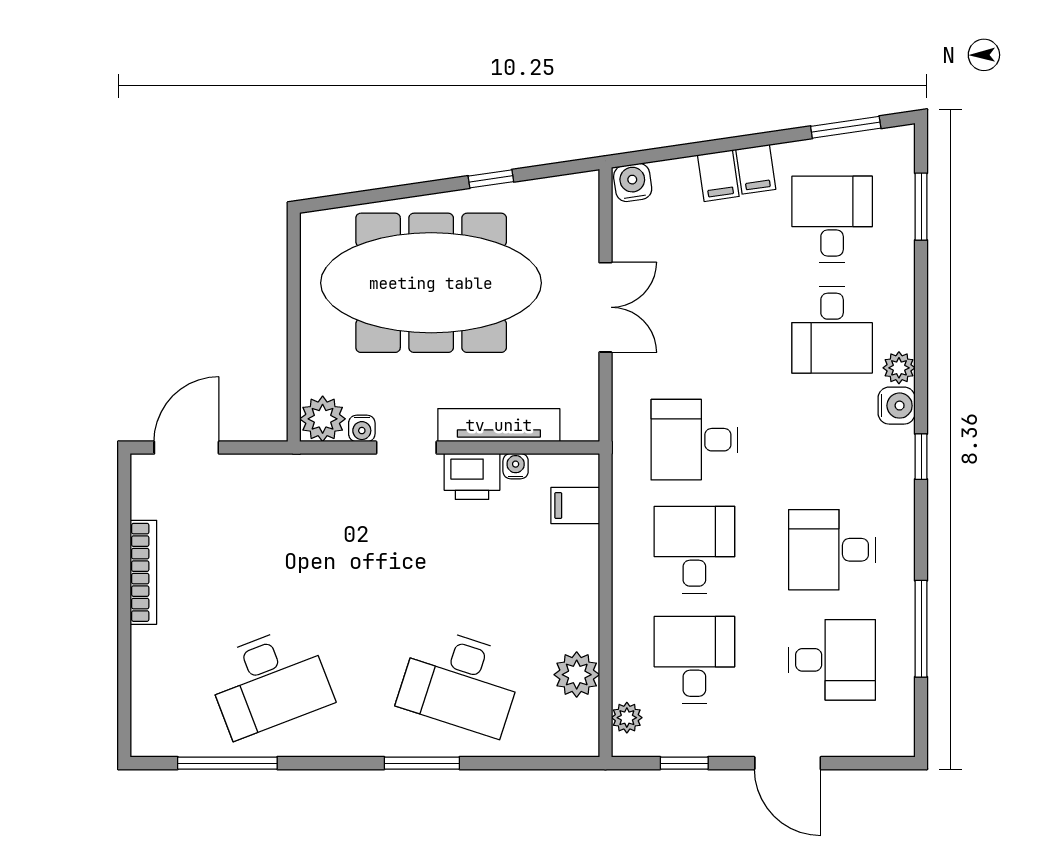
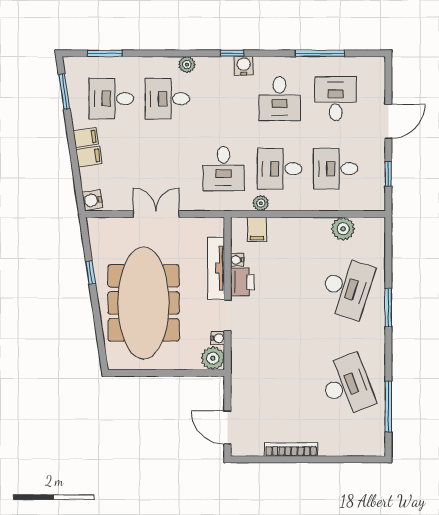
desk: (832, 330) -> (167, 99), turned 180
water cooler: (897, 406) -> (244, 66), moved
plant: (627, 718) -> (261, 203), moved

